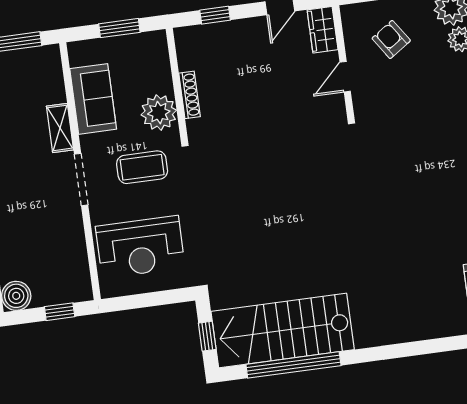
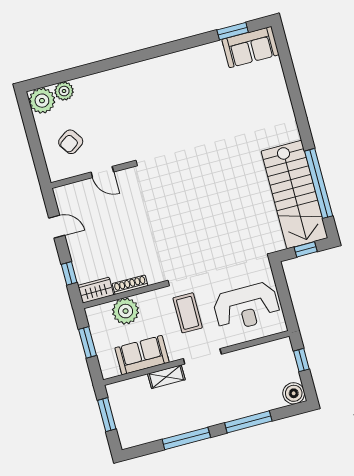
wardrobe: (323, 30) -> (96, 290), moved, turned 180
plant: (159, 113) -> (126, 311), moved
reception desk: (140, 247) -> (246, 307), turned 90

